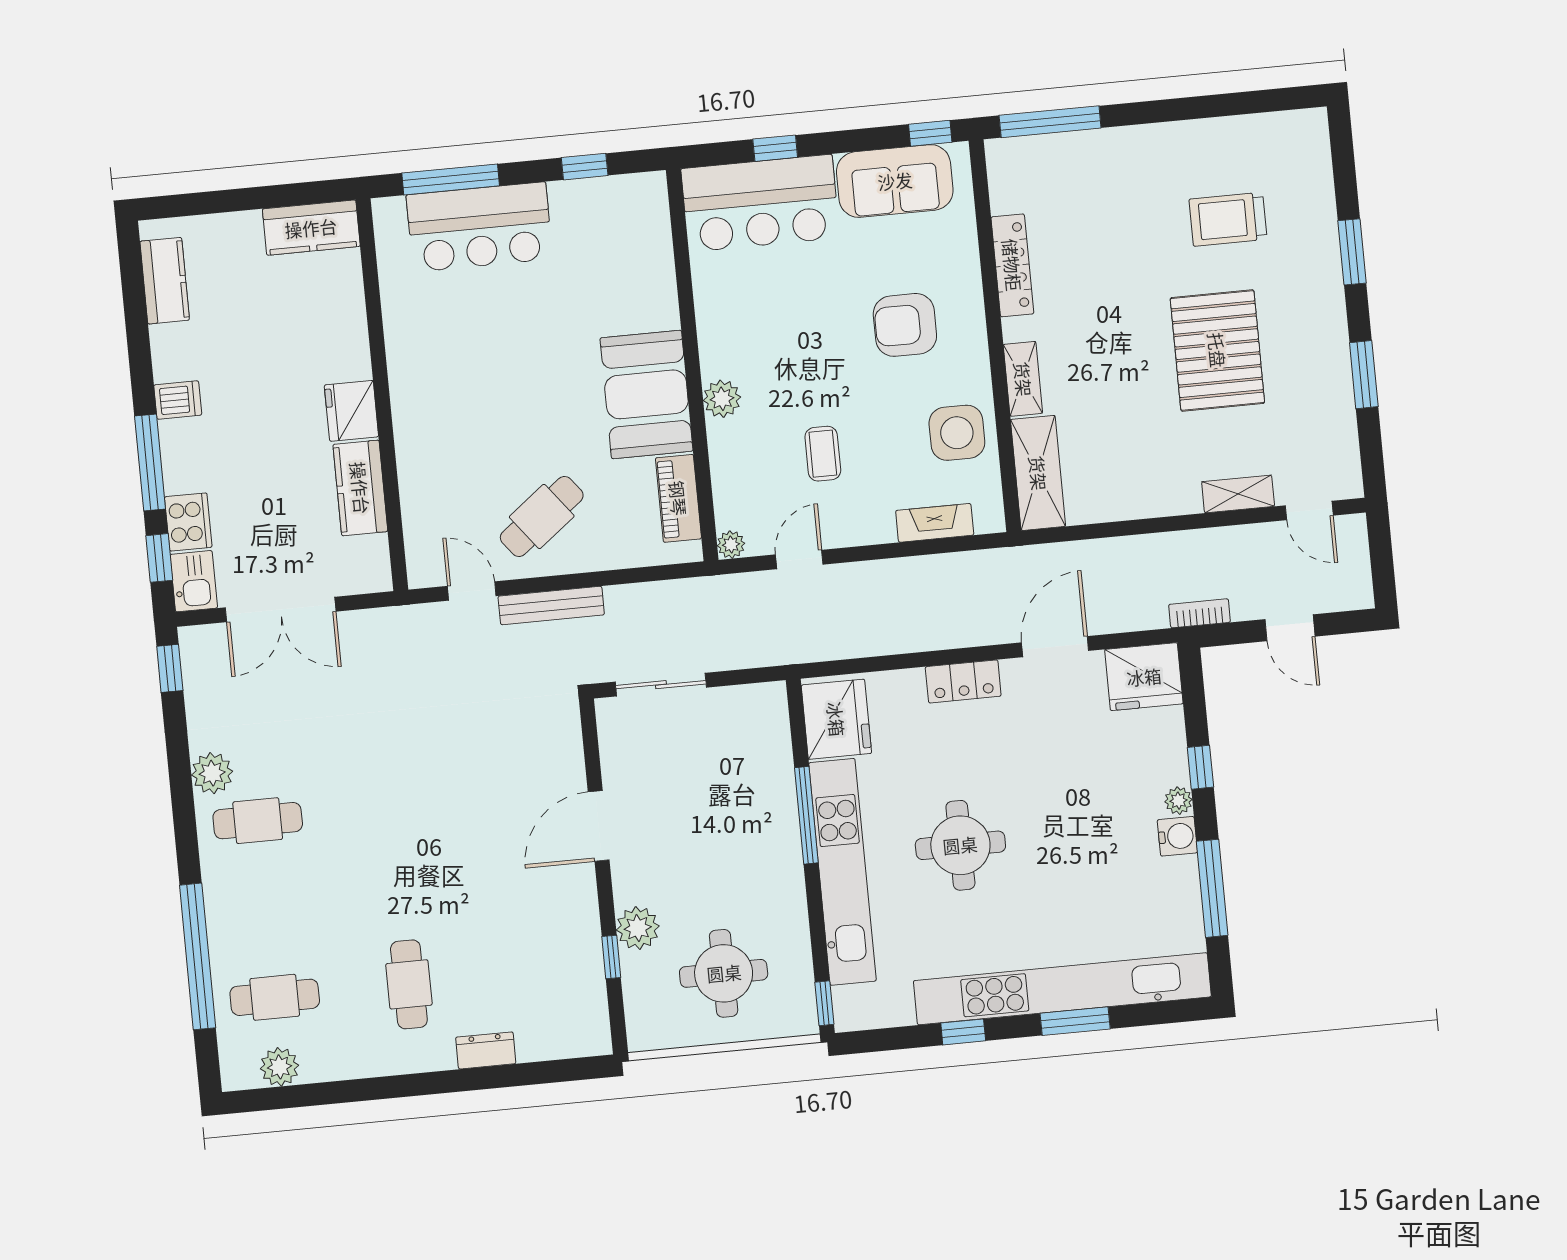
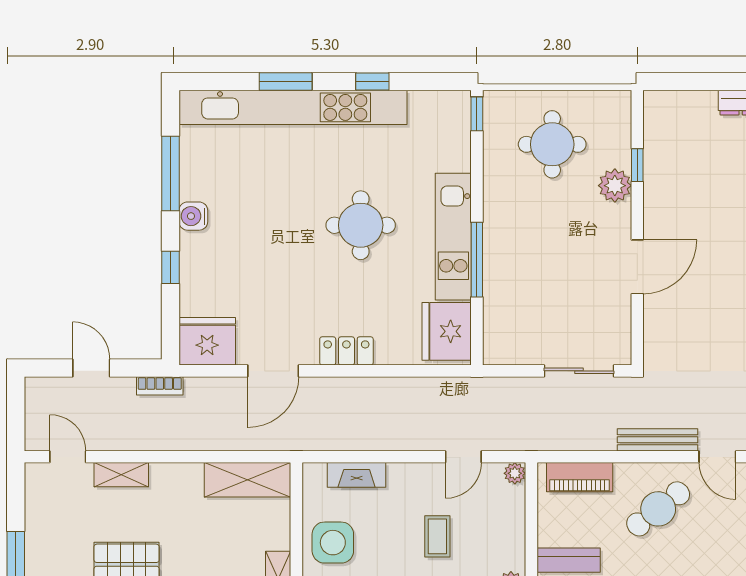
shelving: (1038, 473) -> (248, 480), moved, turned 90
piano: (678, 498) -> (580, 477), moved, turned 90
plant: (1178, 801) -> (190, 243), removed
kitchen unit: (842, 872) -> (453, 237), width x0.73

